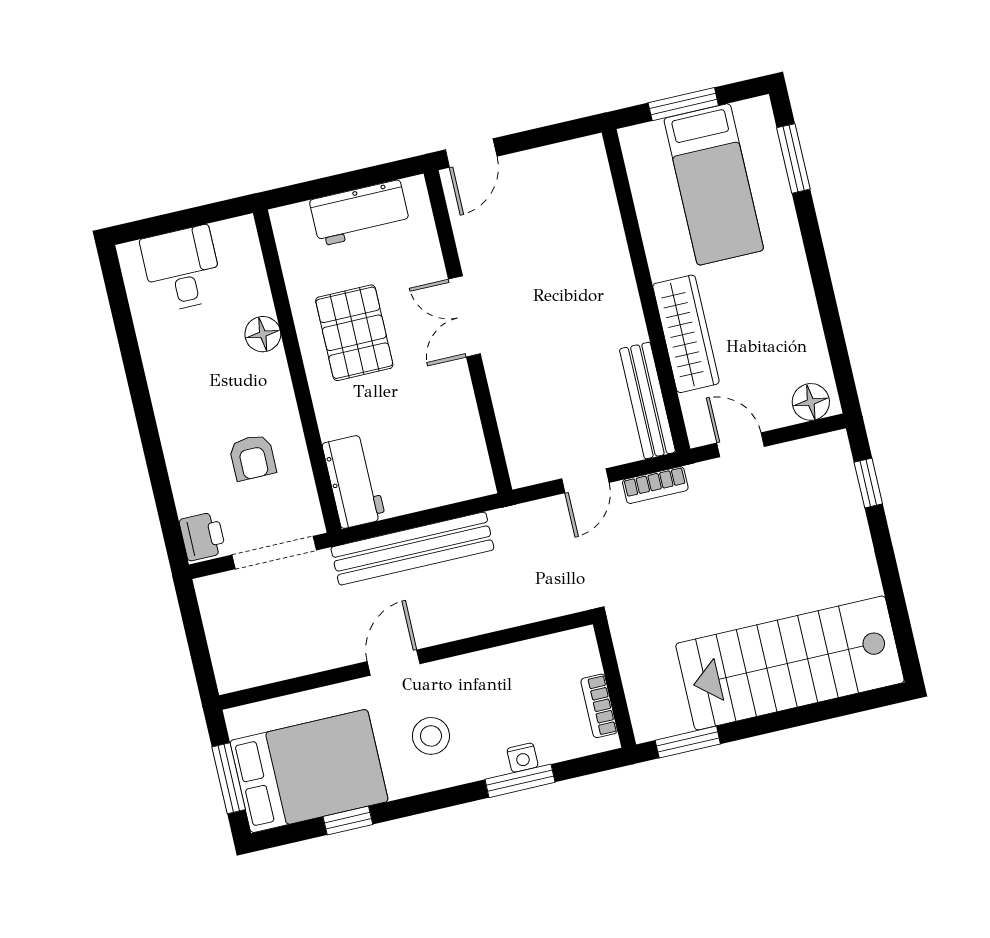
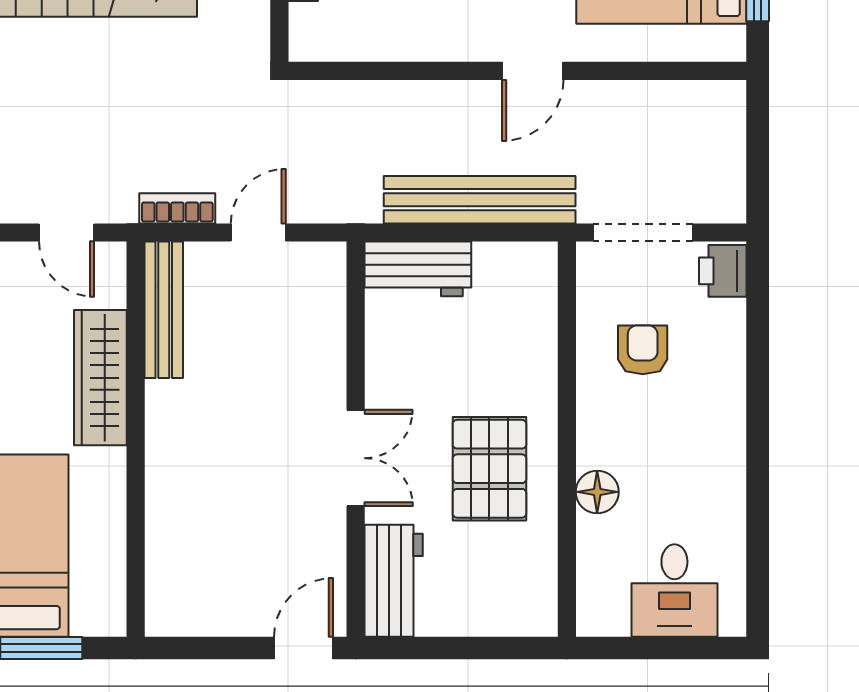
workbench: (360, 213) -> (394, 581), moved, turned 90
workbench: (354, 481) -> (418, 269), moved, turned -90

